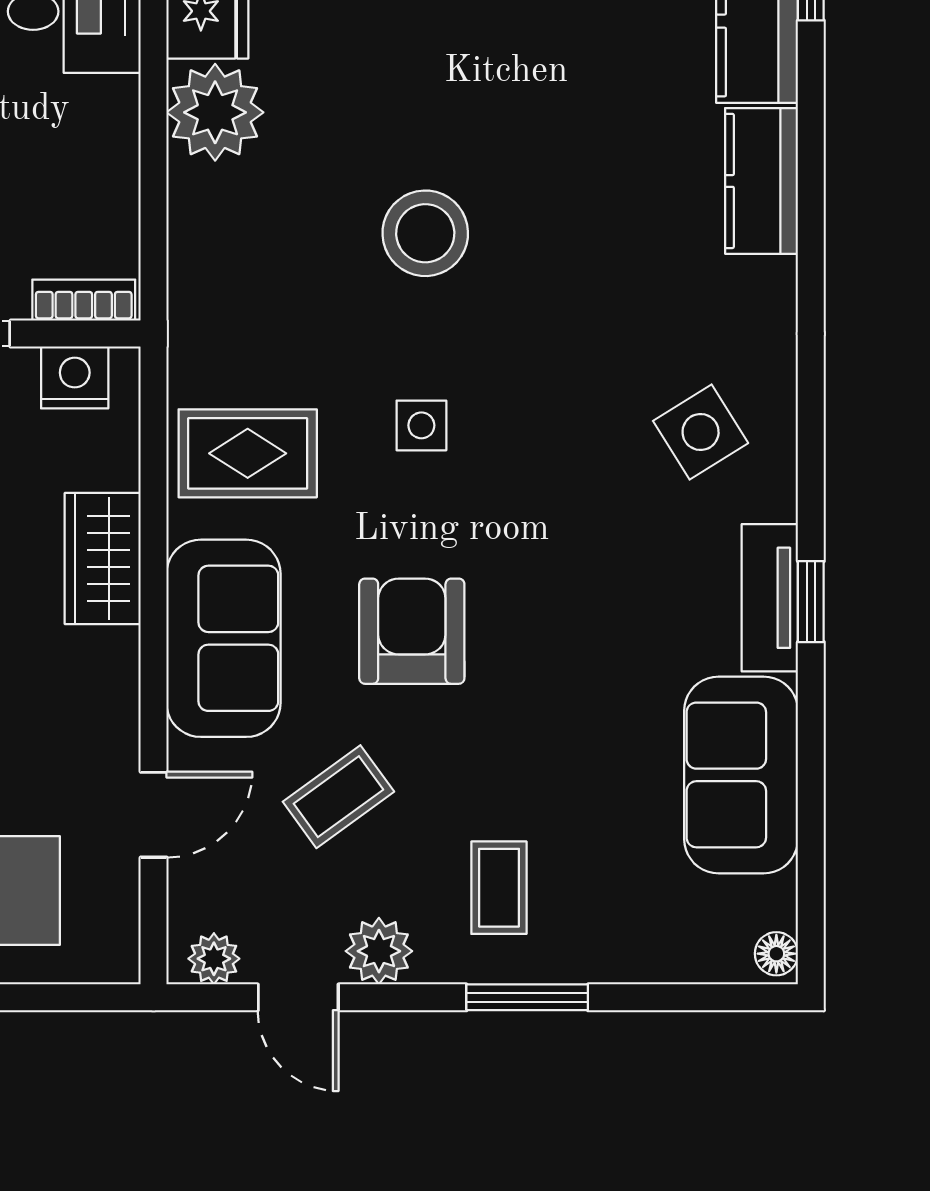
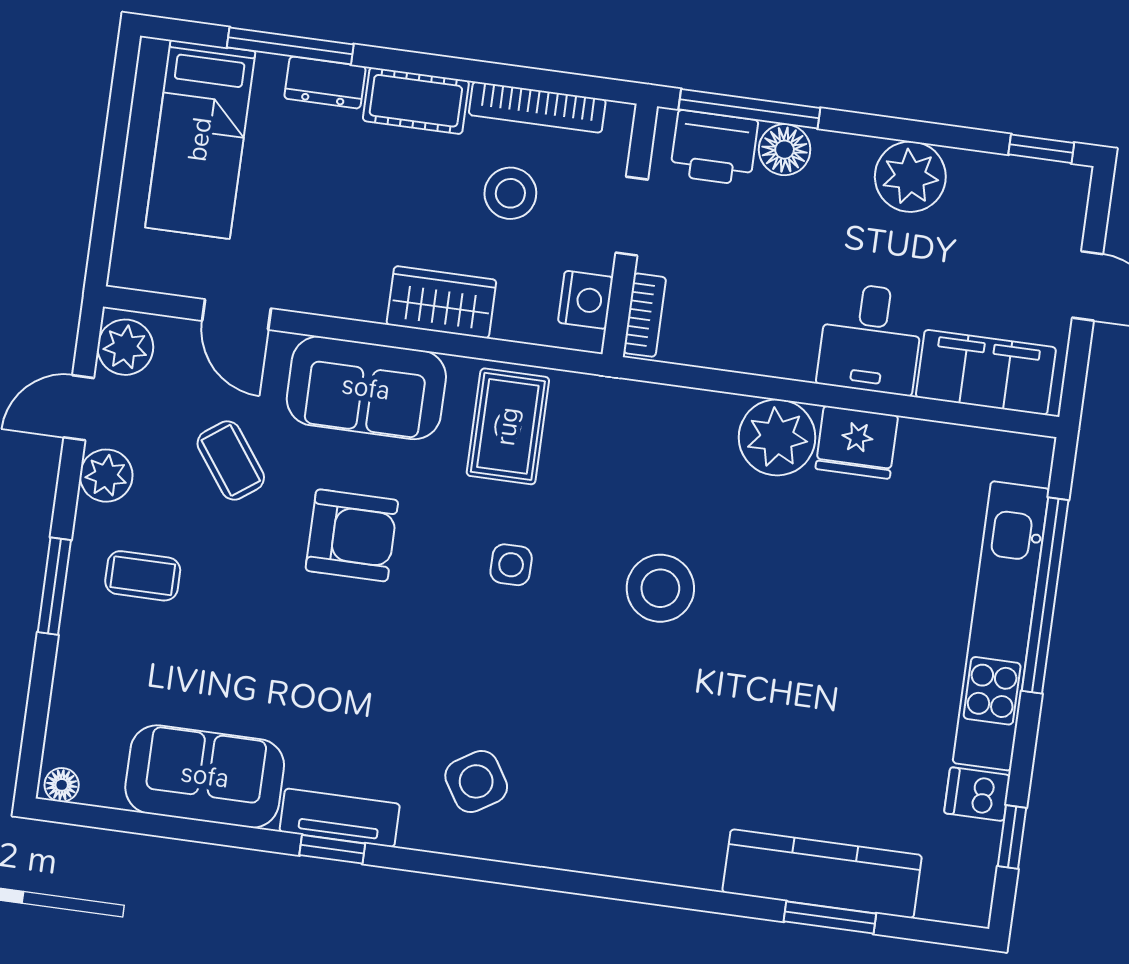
kitchen counter: (762, 181) -> (665, 856), removed
plant: (214, 959) -> (125, 347), width x1.38, depth x1.38

